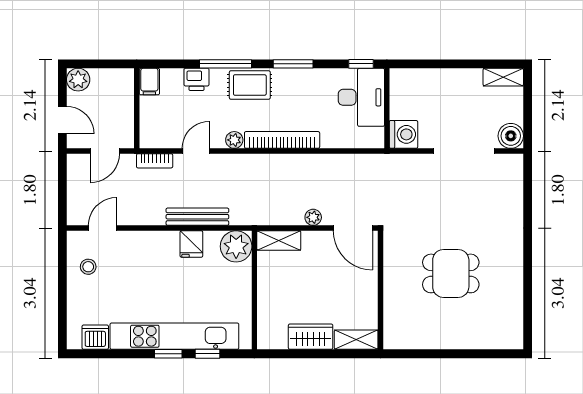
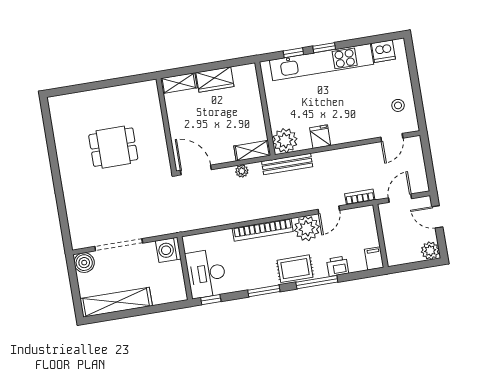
shelving: (503, 77) -> (116, 302), width x2.20, depth x1.33
plant: (234, 140) -> (307, 228), width x1.88, depth x1.88
bench: (197, 217) -> (287, 164), moved
plant: (313, 217) -> (242, 171), moved

